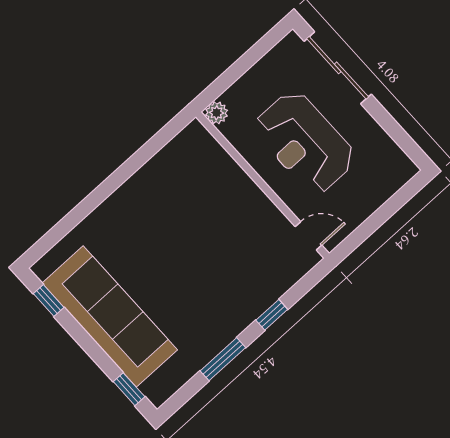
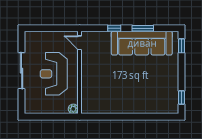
sliding door: (338, 68) -> (22, 71), moved
reception desk: (305, 142) -> (54, 74), turned 180
sofa: (110, 316) -> (142, 43), moved, turned -90

